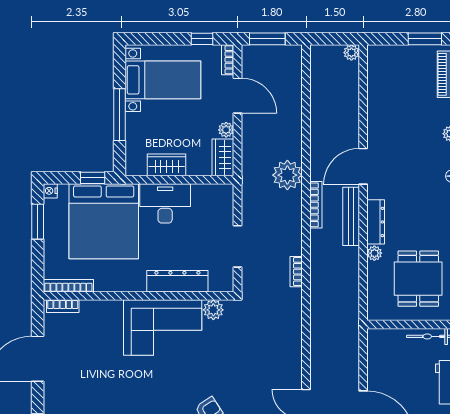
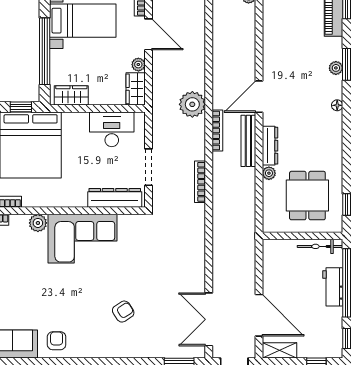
window: (120, 115) -> (45, 51), width x1.46
wardrobe: (167, 165) -> (71, 95), moved
desk: (165, 203) -> (112, 129), moved
bookcase: (296, 272) -> (200, 182), width x1.56
dresser: (177, 281) -> (115, 198), moved
plant: (213, 310) -> (38, 223), moved

